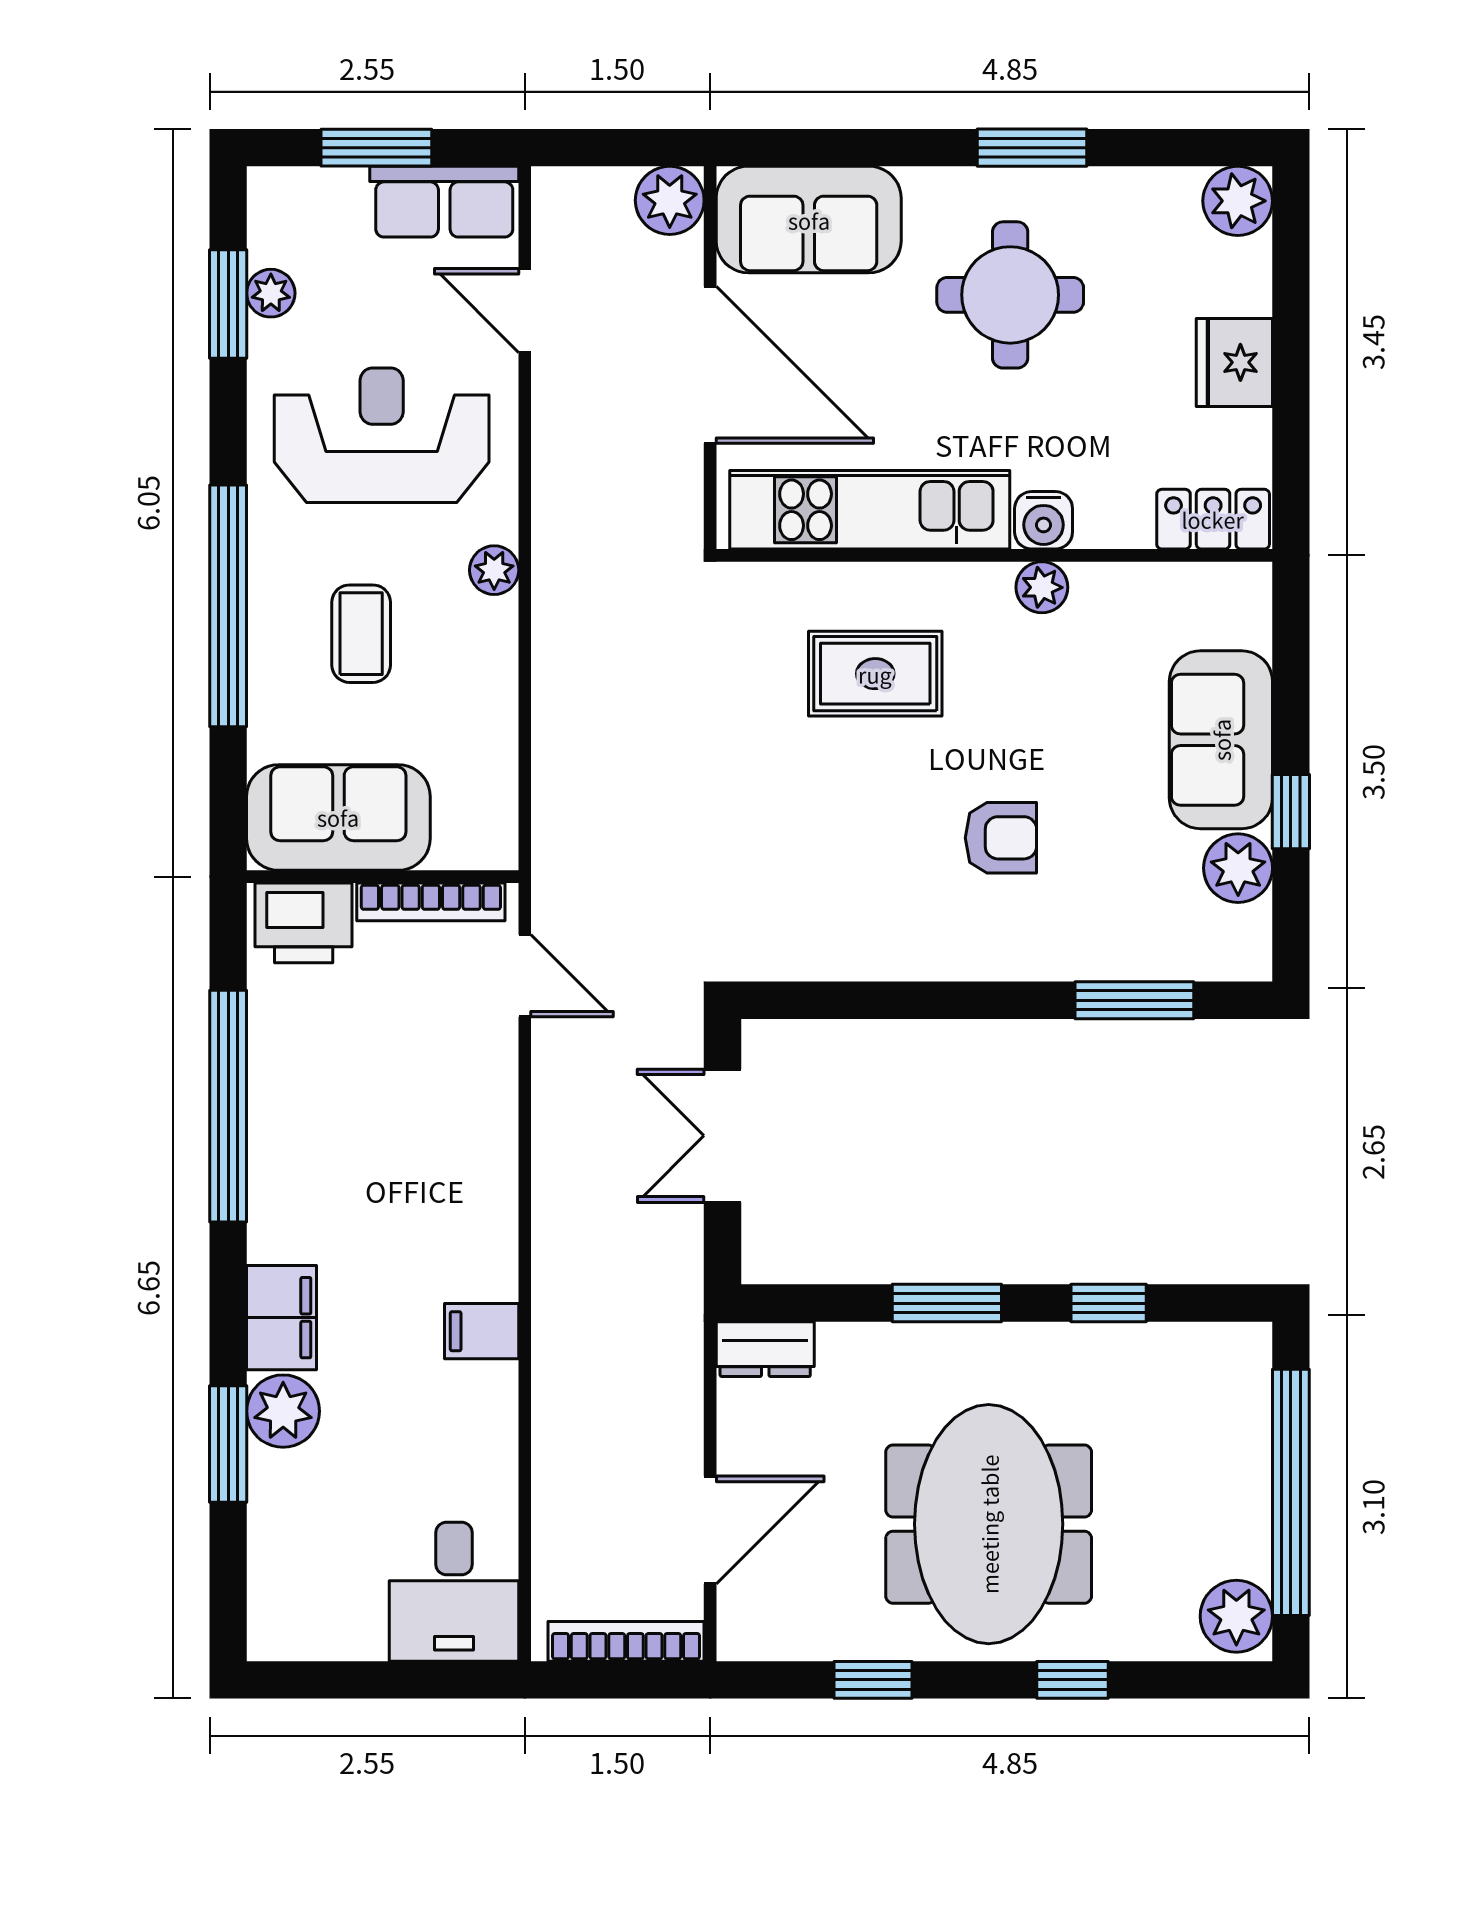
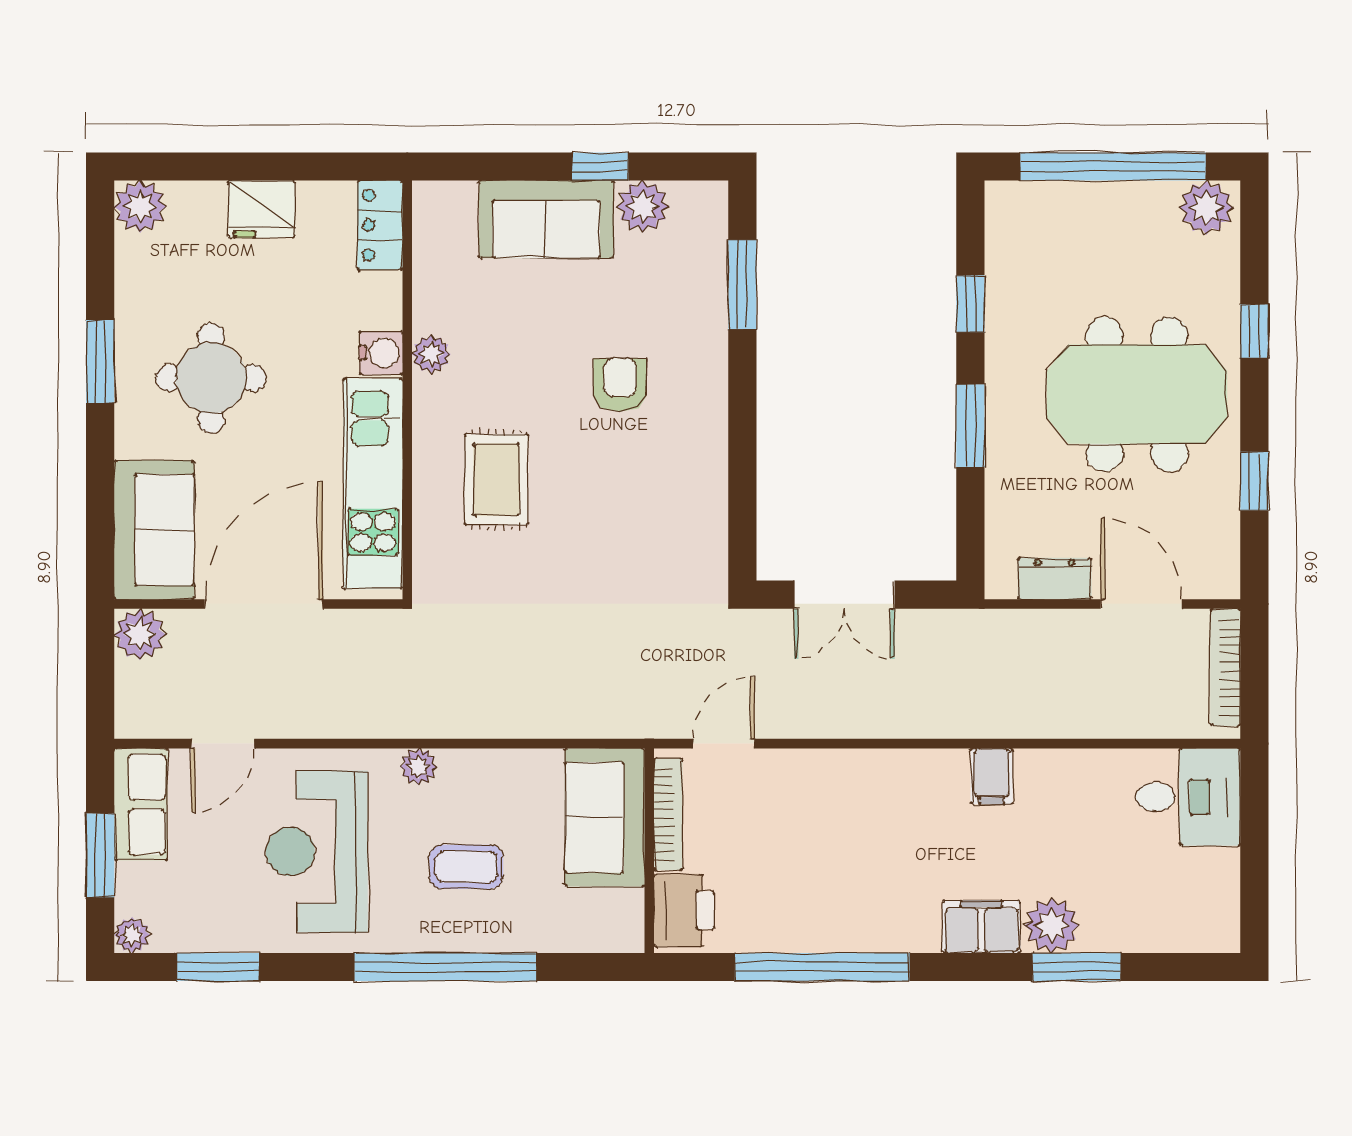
plant: (271, 293) -> (132, 935), moved
sofa: (338, 817) -> (605, 817), moved
dresser: (765, 1349) -> (1055, 579), moved, turned -90

